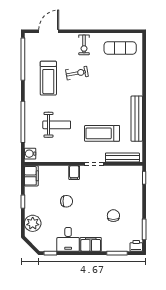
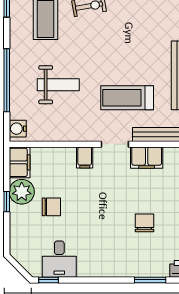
chair: (67, 201) -> (51, 207), moved
plant: (33, 223) -> (22, 192), moved
desk: (68, 239) -> (59, 259), moved
filing cabinet: (91, 244) -> (147, 158), moved, turned 180

